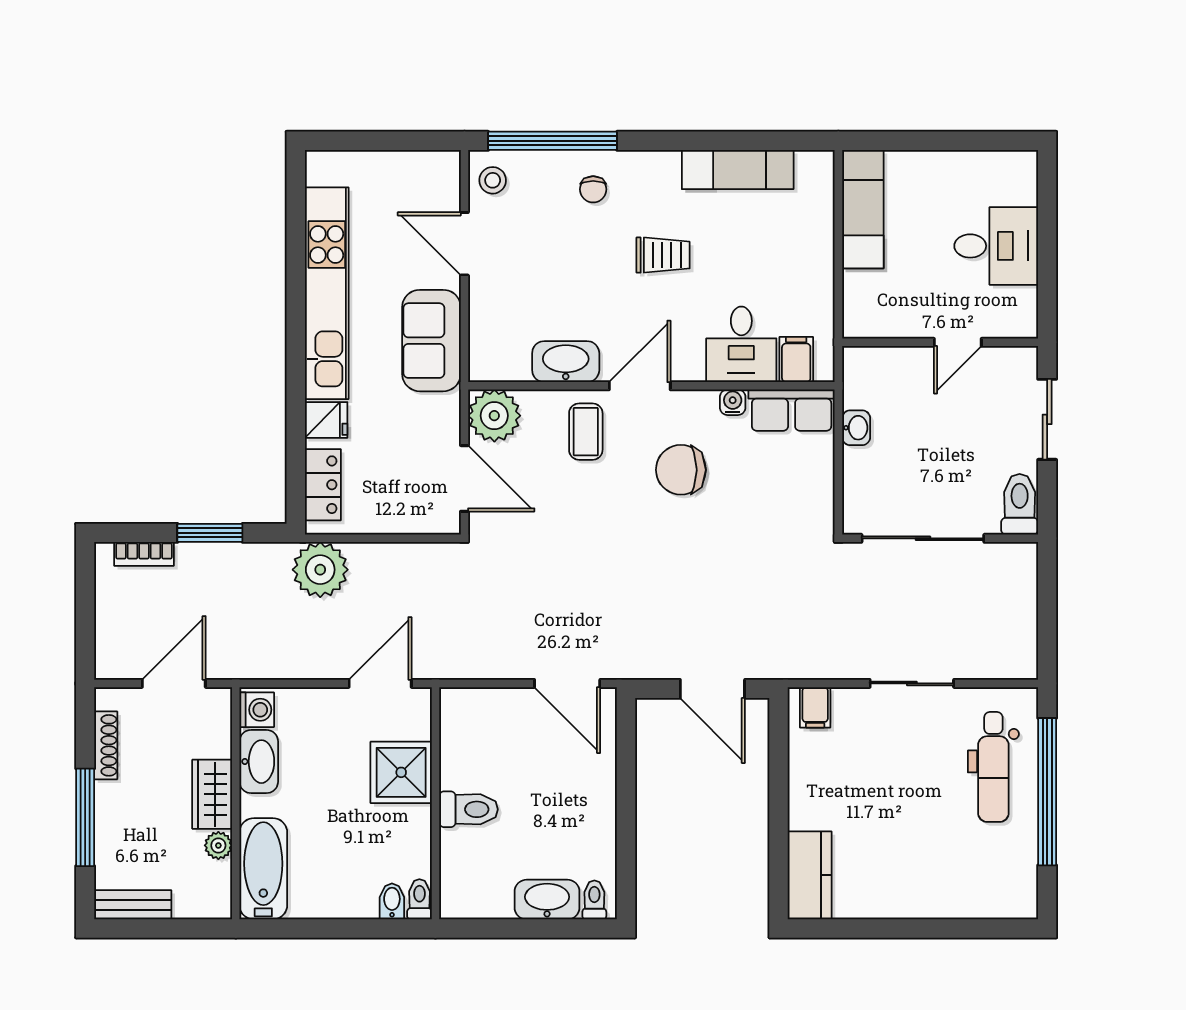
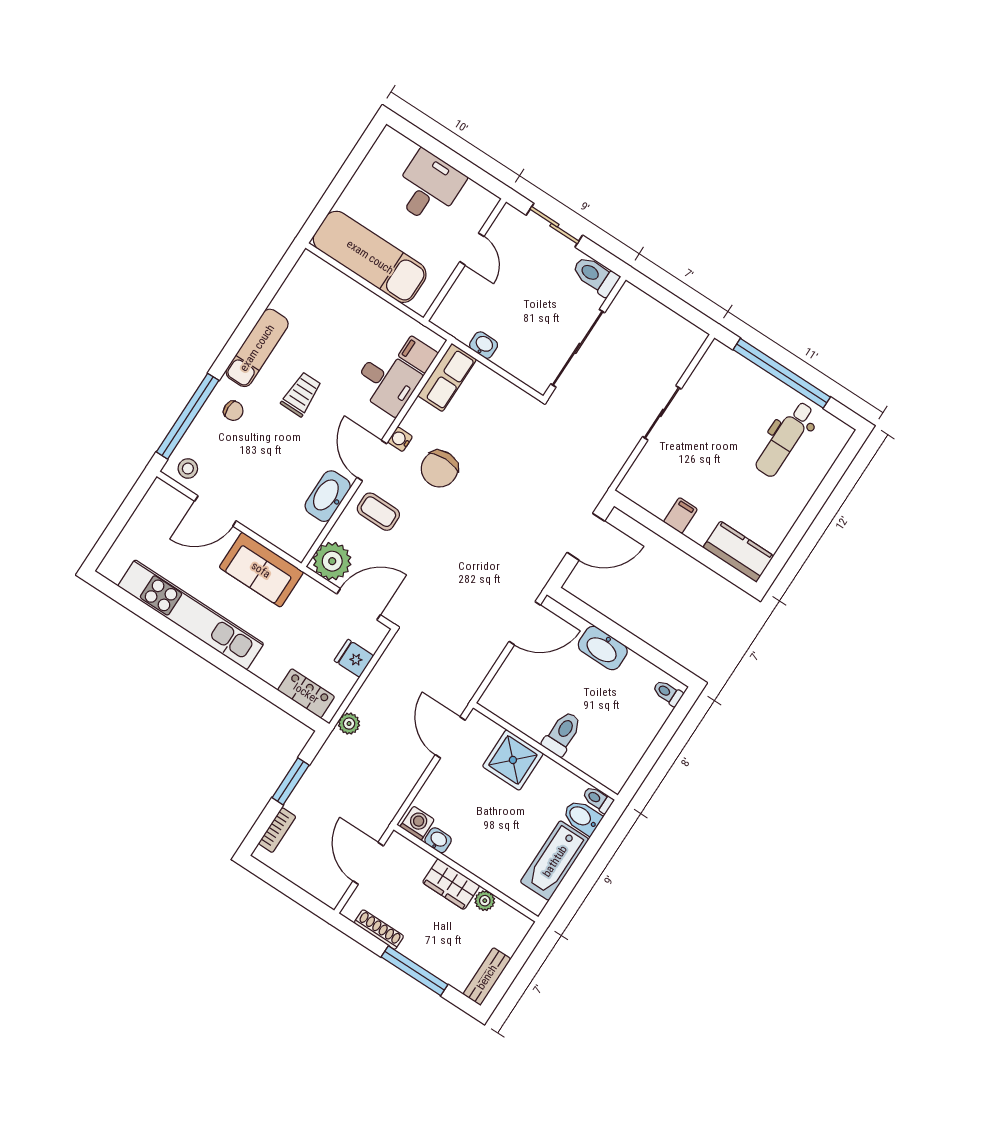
exam couch: (738, 169) -> (257, 348), moved
exam couch: (863, 209) -> (370, 257), width x1.36, depth x1.45
water cooler: (733, 402) -> (400, 439), moved
fridge: (326, 420) -> (354, 658), moved, turned -90
plant: (320, 570) -> (349, 724), width x0.53, depth x0.53
filing cabinet: (815, 707) -> (680, 515), moved, turned -90
washbasin: (259, 762) -> (438, 840), width x0.52, depth x0.69
dental chair: (993, 767) -> (785, 439), moved, turned 90
bathtub: (263, 869) -> (555, 861), moved, turned -90
washbasin: (547, 900) -> (603, 648), moved, turned -90
bidet: (392, 901) -> (582, 817), width x1.38, depth x1.36

